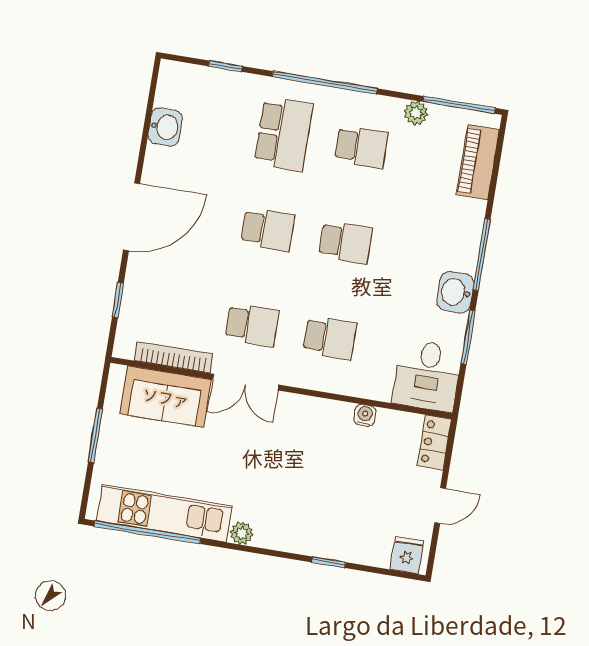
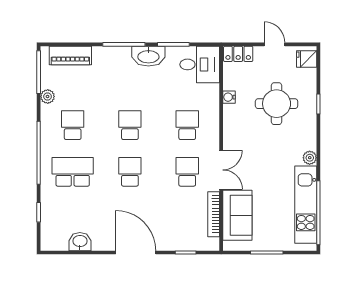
washbasin: (455, 292) -> (148, 56), width x1.38
round table: (341, 493) -> (277, 104), added

